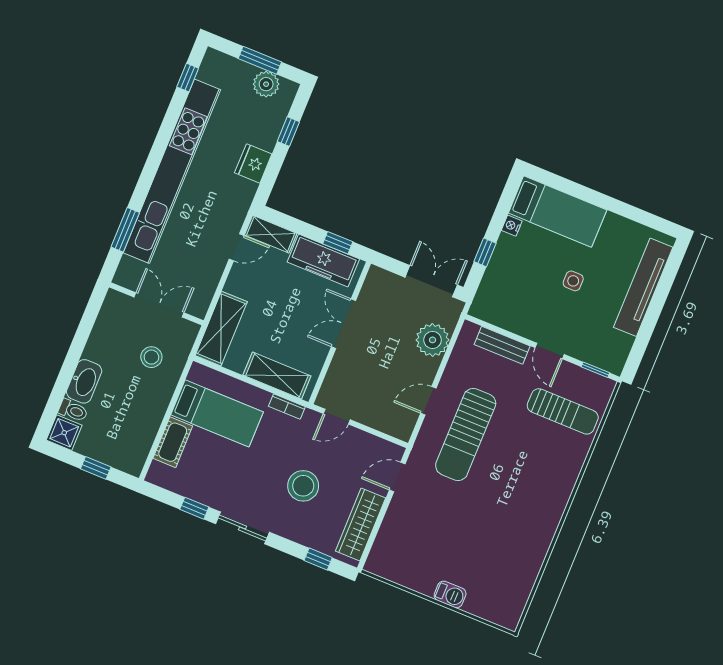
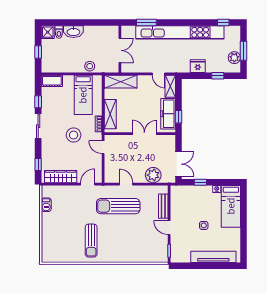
door: (550, 351) -> (169, 228), hinge flipped
stool: (151, 357) -> (90, 66), moved
sun lounger: (563, 411) -> (91, 241), moved
cot: (173, 442) -> (52, 81), moved
door: (397, 477) -> (88, 184), hinge flipped
stool: (303, 486) -> (74, 135), moved
barbecue: (450, 594) -> (46, 205), moved

